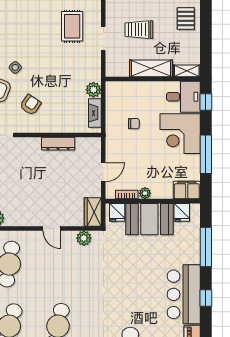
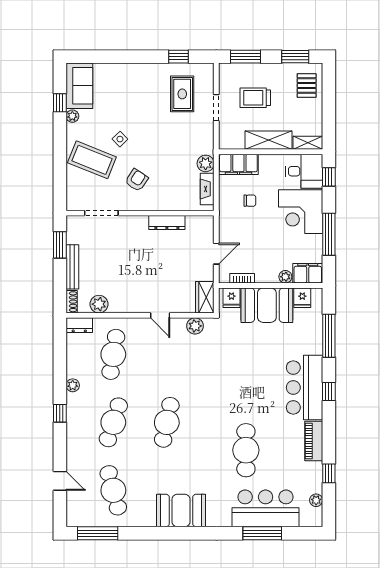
filing cabinet: (123, 91) -> (238, 164), added
plant: (145, 193) -> (285, 277), moved

